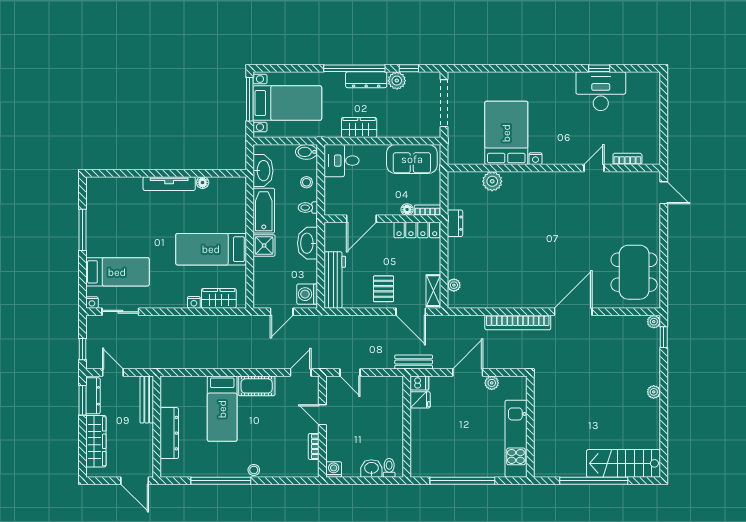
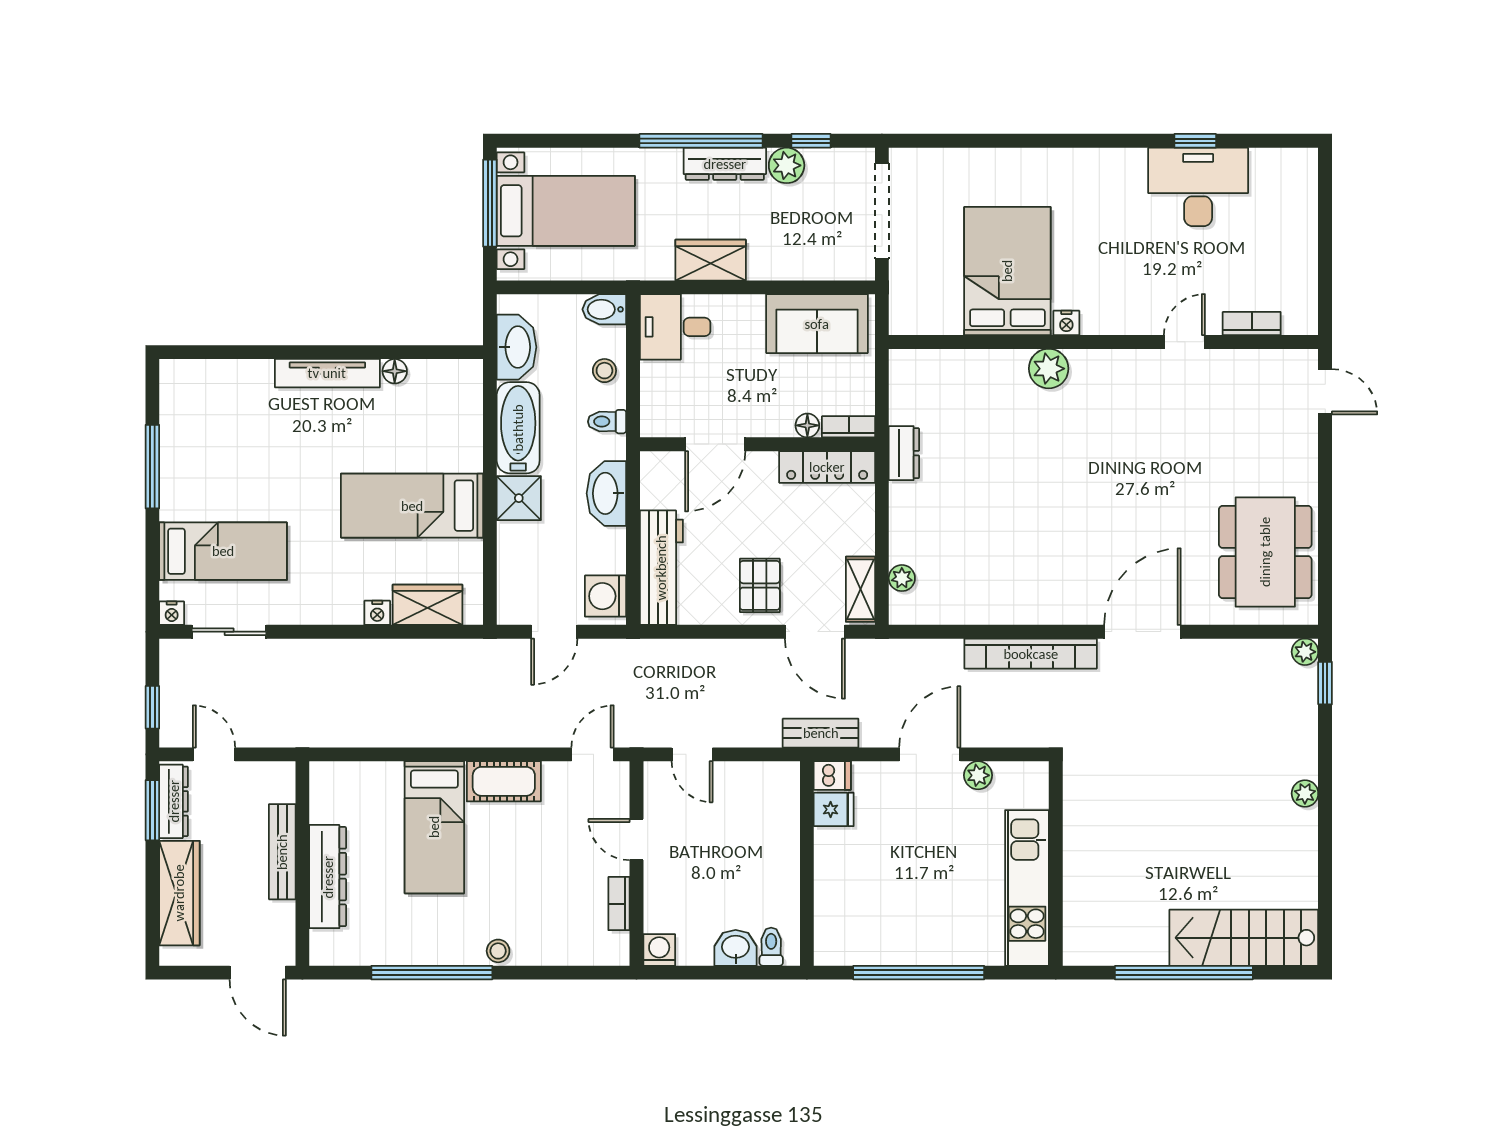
plant: (492, 181) -> (1049, 369), moved
bench: (147, 400) -> (282, 852), moved

